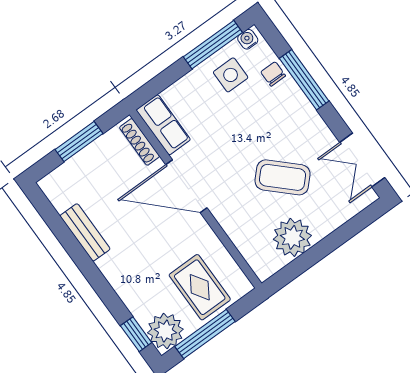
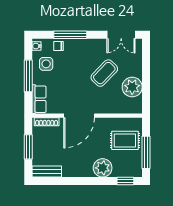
window: (213, 45) -> (28, 76), moved
row of seats: (163, 125) -> (39, 99), moved, turned 90
bench: (85, 232) -> (47, 172), moved
plant: (165, 331) -> (103, 168), moved

